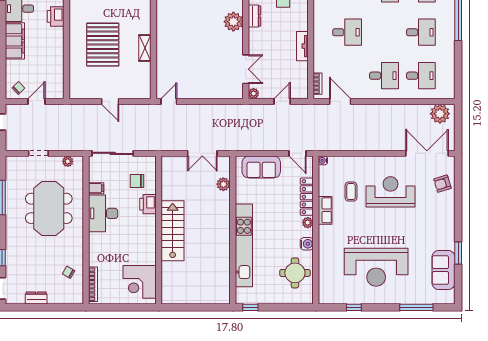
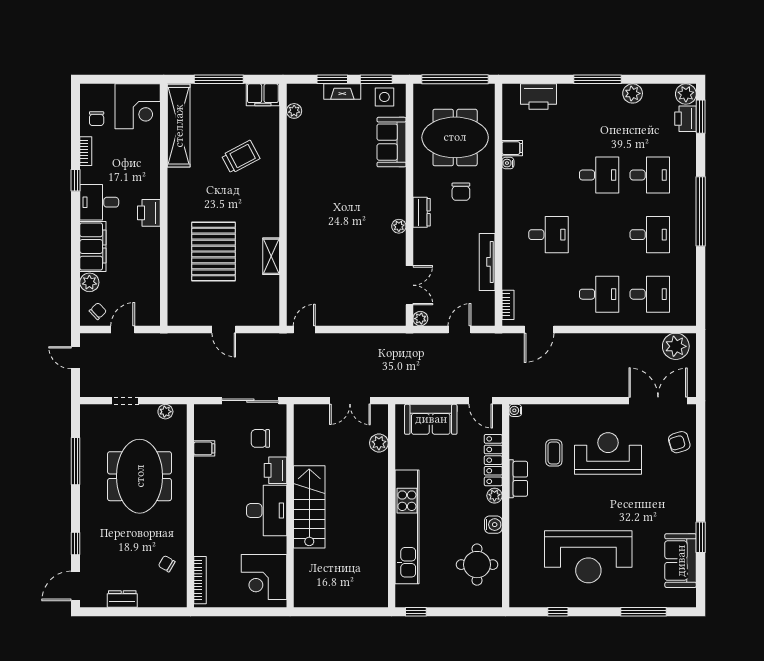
plant: (233, 22) -> (399, 226), width x0.53, depth x0.53
tv unit: (302, 46) -> (487, 262), width x1.41
plant: (12, 67) -> (89, 282), added
door: (340, 101) -> (539, 329), swing flipped
sliding door: (113, 153) -> (250, 401), moved
desk: (103, 213) -> (267, 511), moved, turned 180

